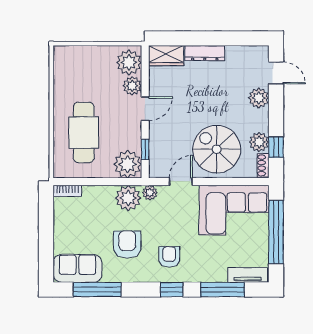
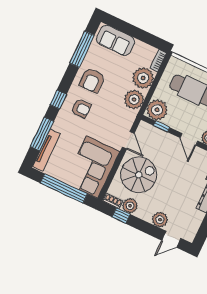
plant: (150, 193) -> (143, 78), moved, width x1.88, depth x1.88
armchair: (127, 245) -> (92, 80), moved, turned 90
sofa: (77, 268) -> (116, 40), moved, turned 90
tv unit: (247, 275) -> (46, 150), width x1.41

